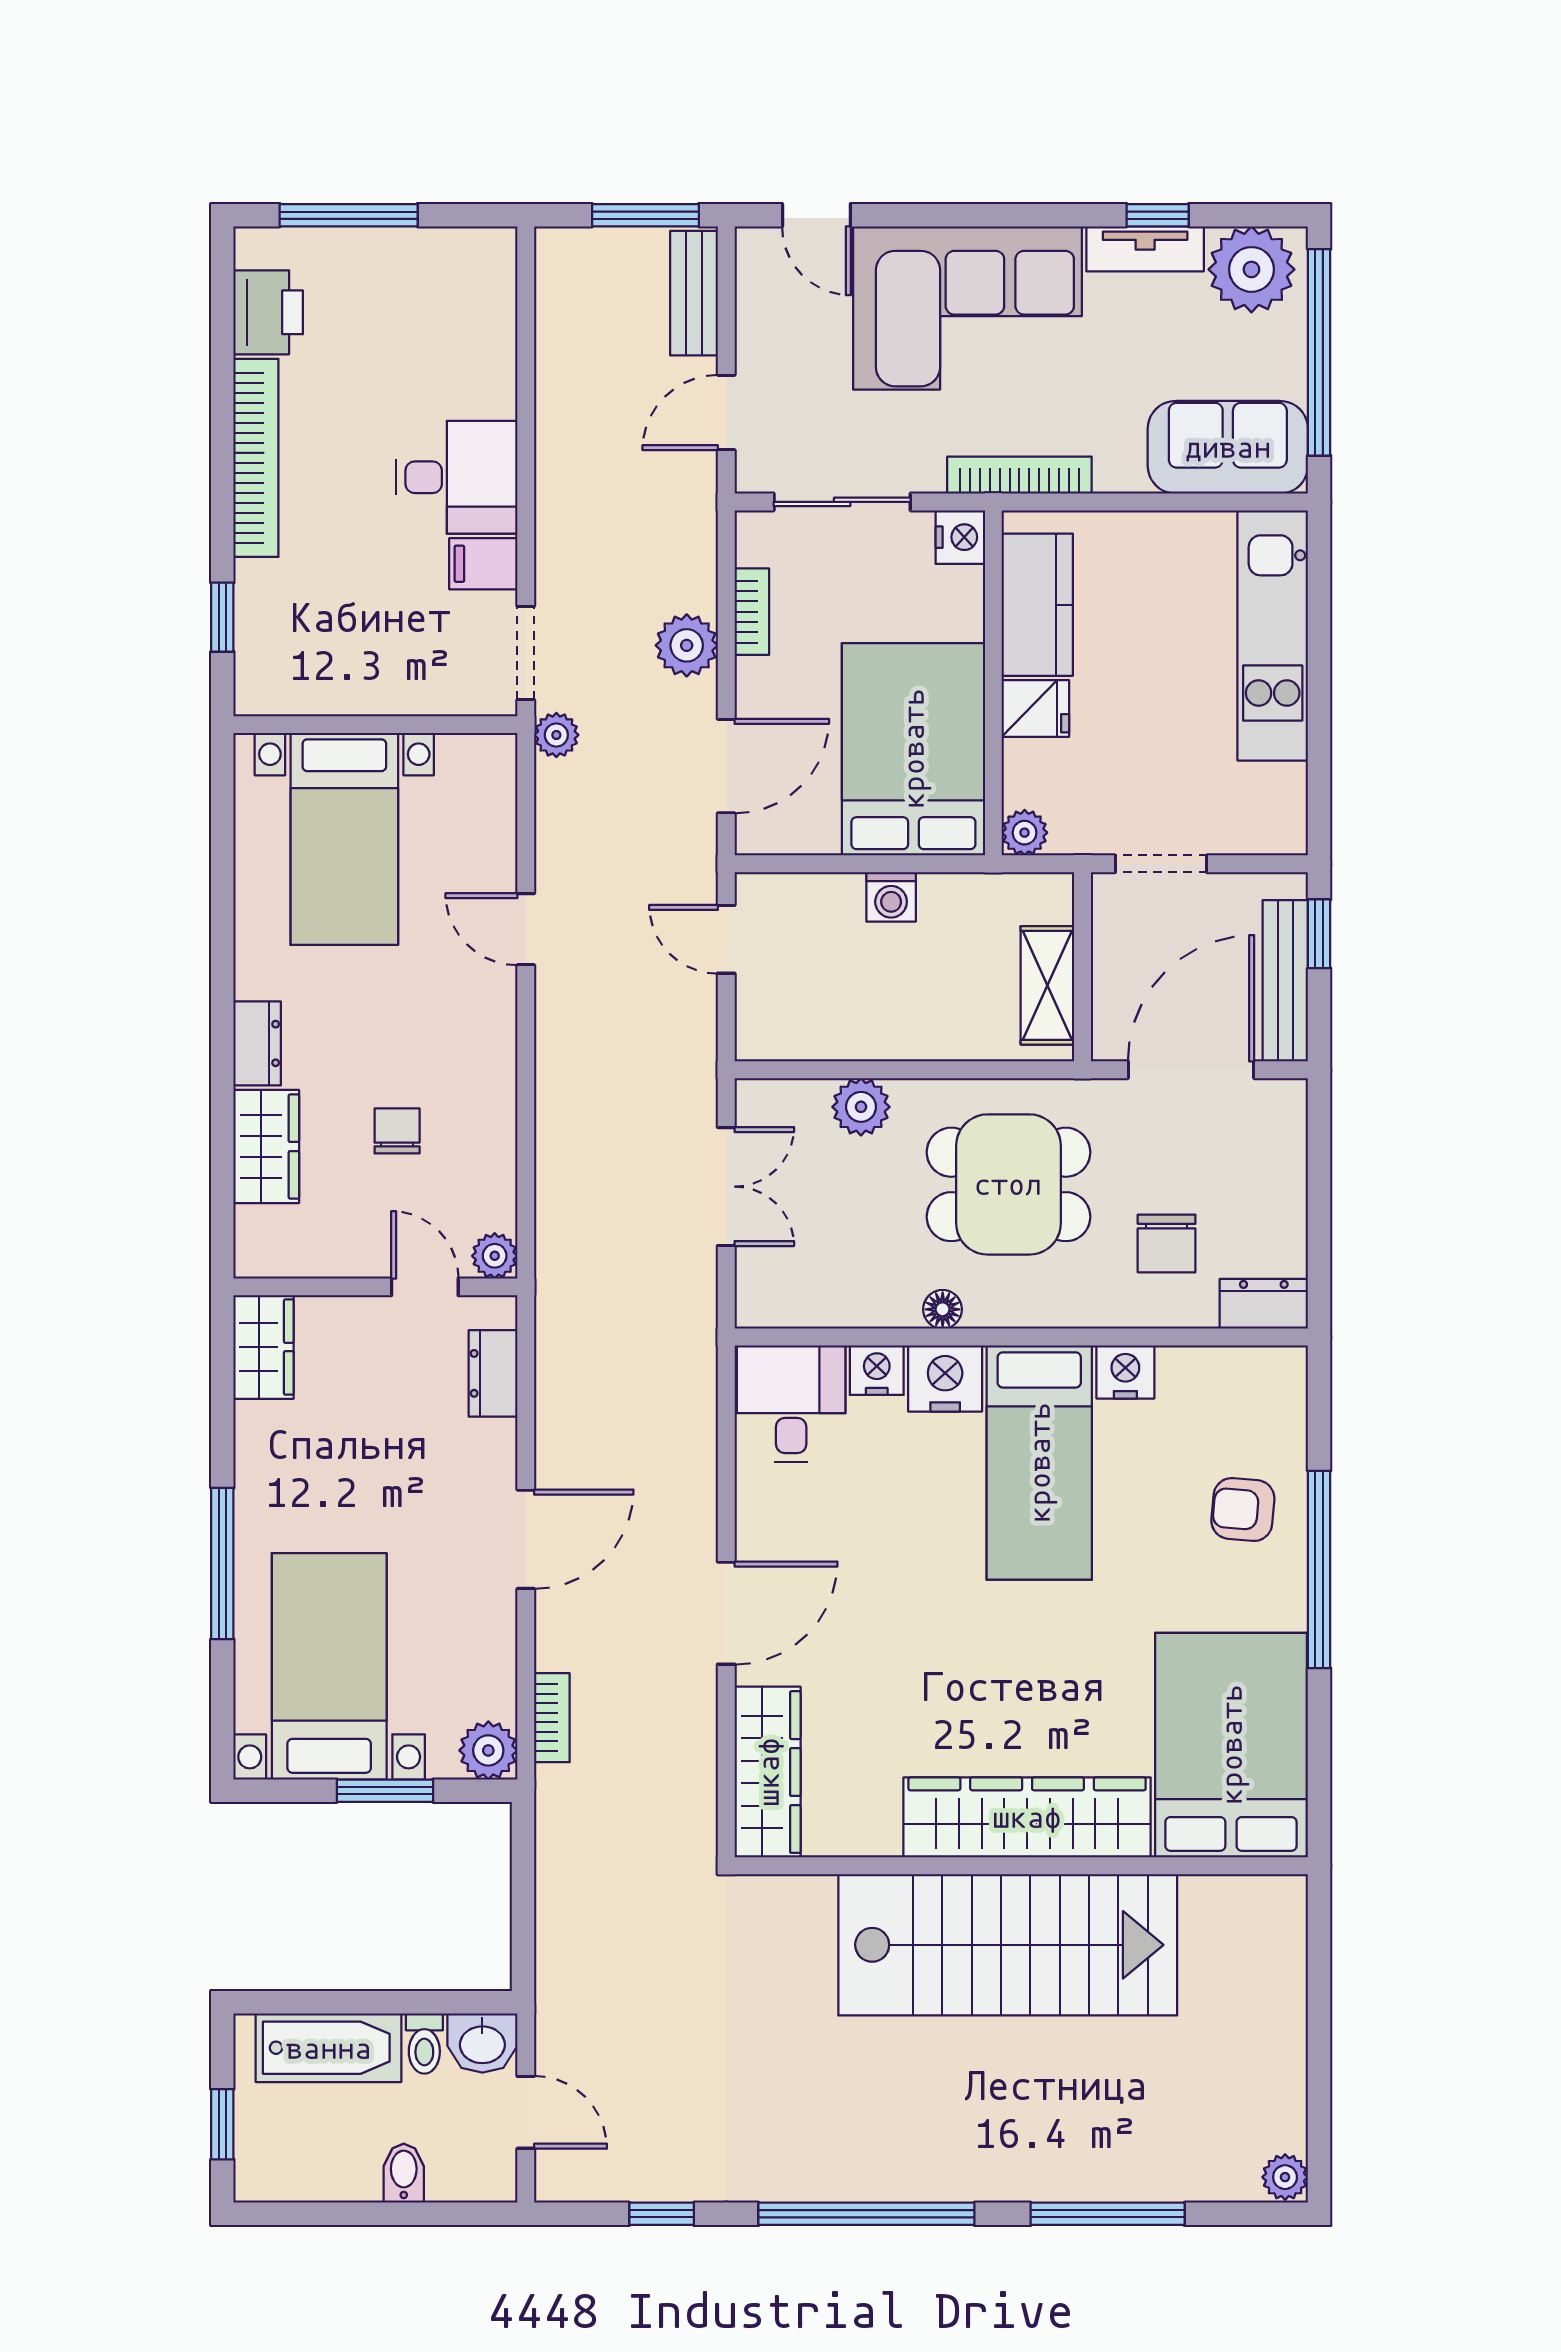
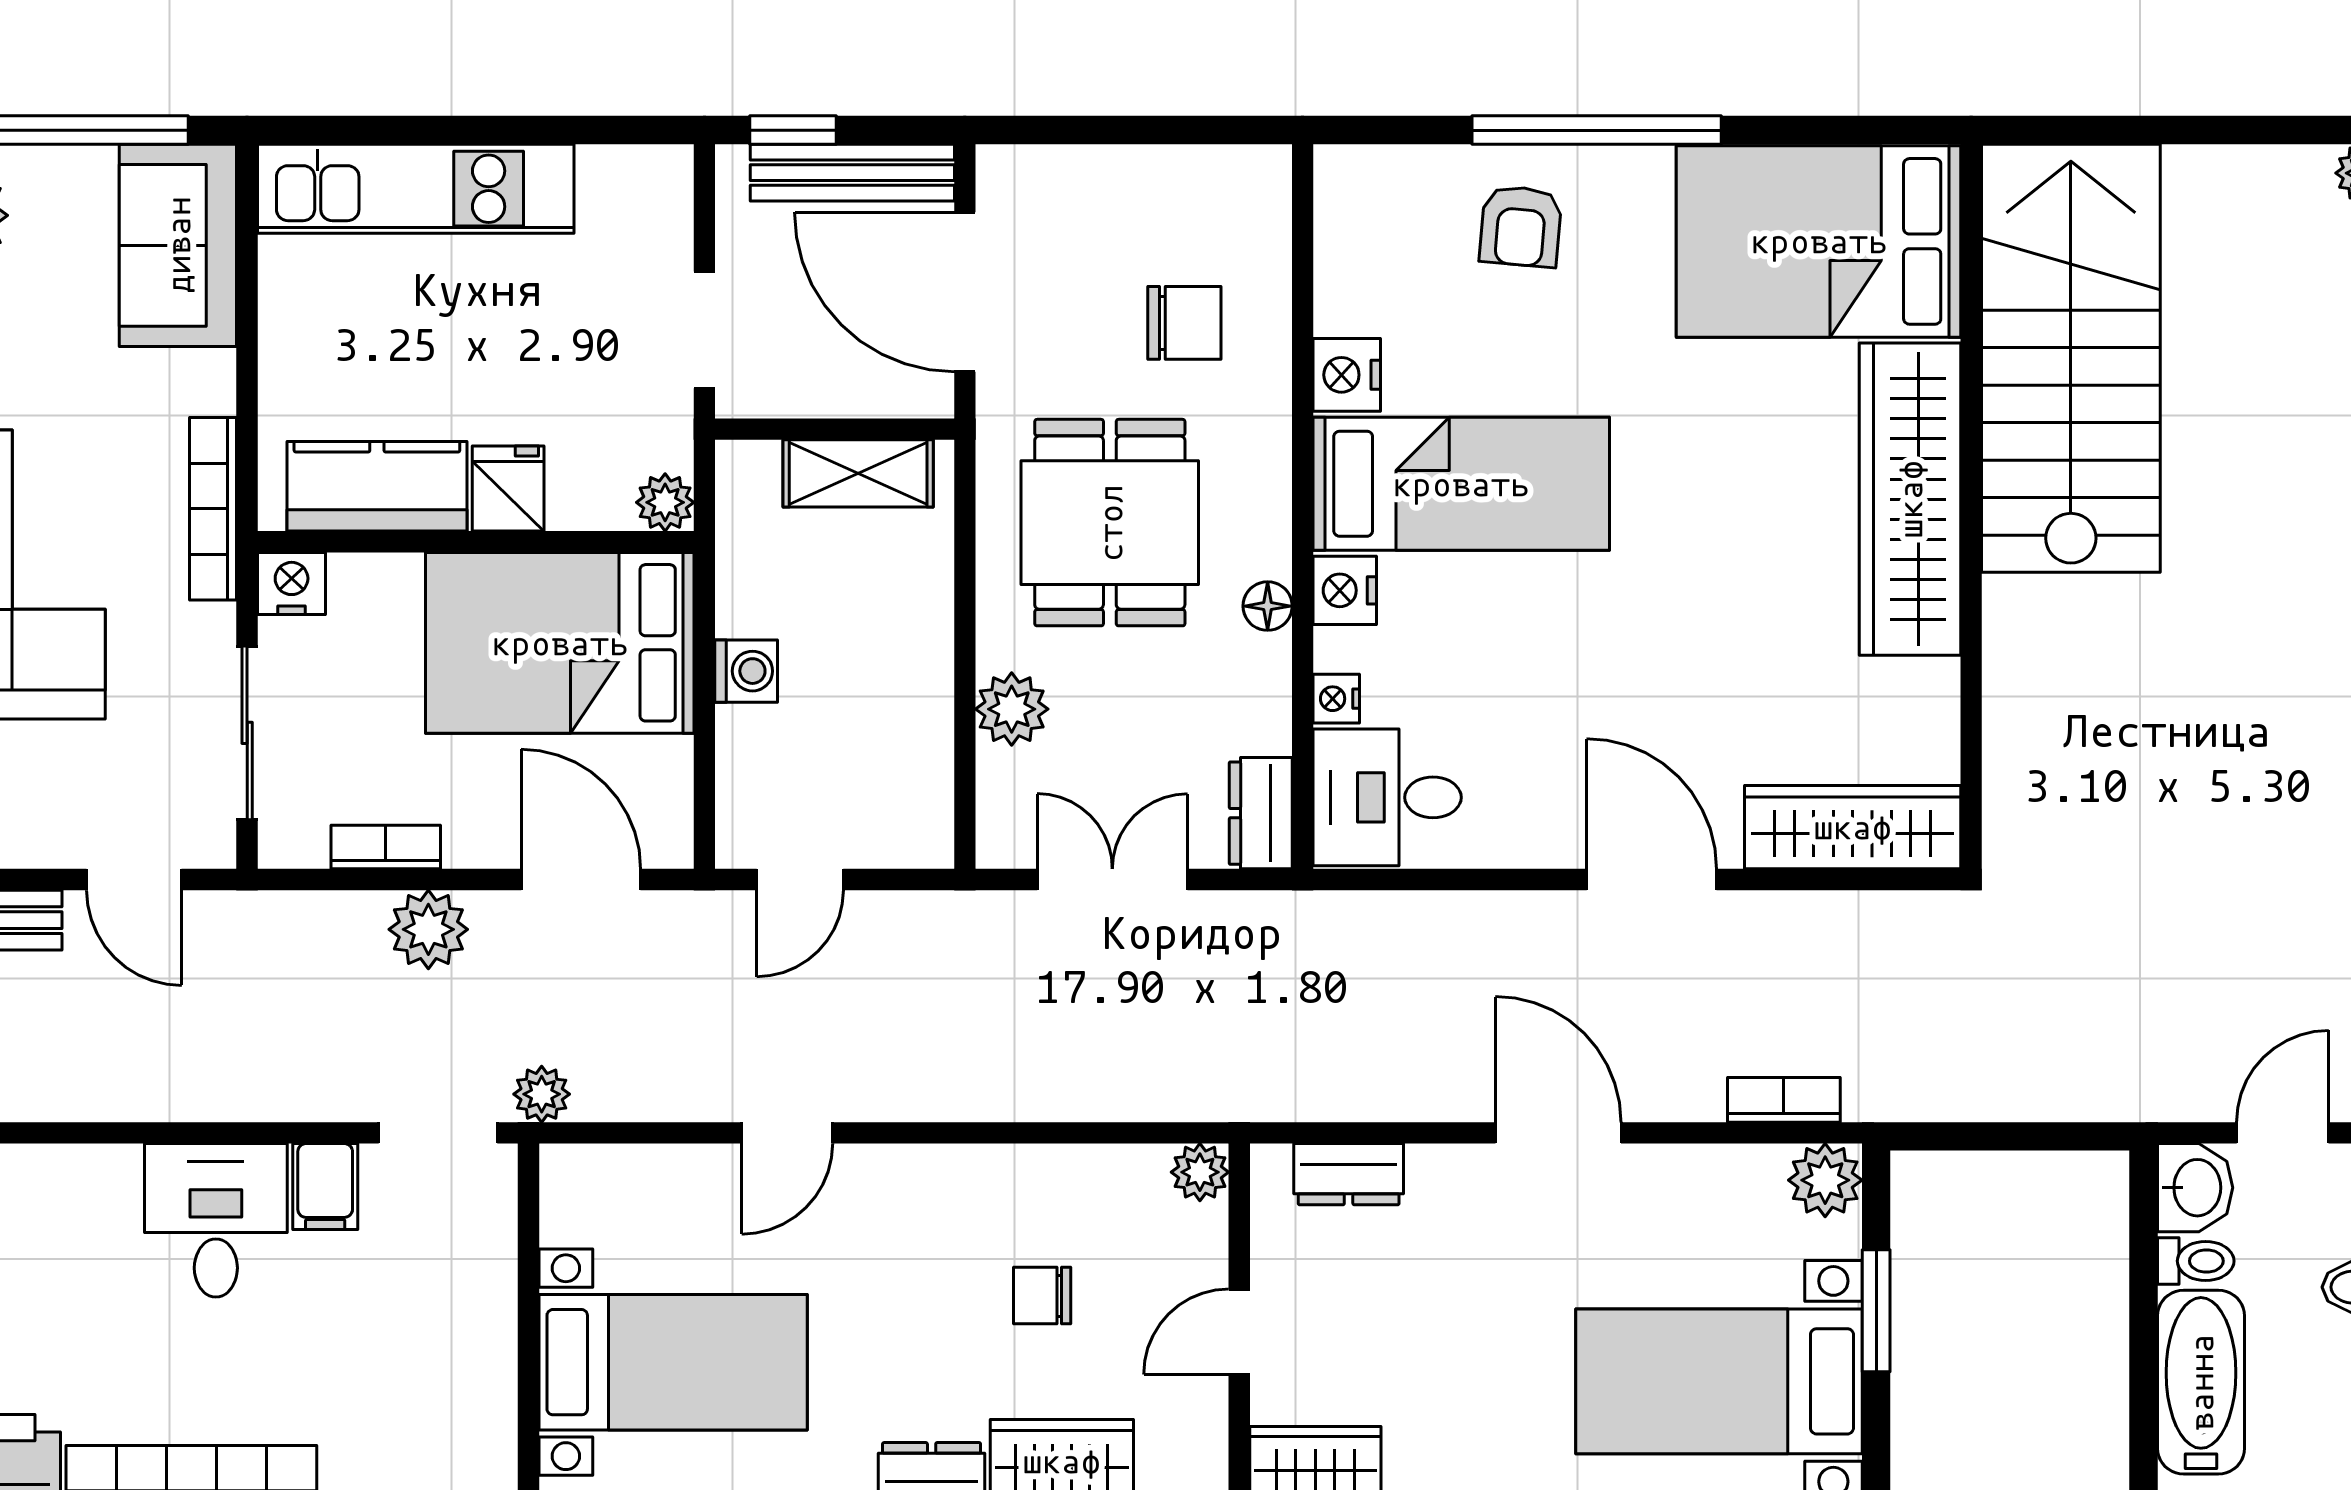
door: (425, 1287) -> (1239, 1332), moved
dresser: (1264, 1304) -> (1261, 813), moved
nightstand: (877, 1370) -> (1336, 699), width x0.72, depth x0.74
nightstand: (945, 1378) -> (1345, 590), width x0.74, depth x0.75
stairs: (1008, 1945) -> (2071, 358), moved

